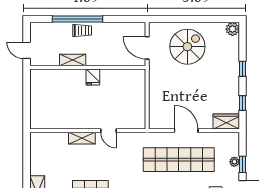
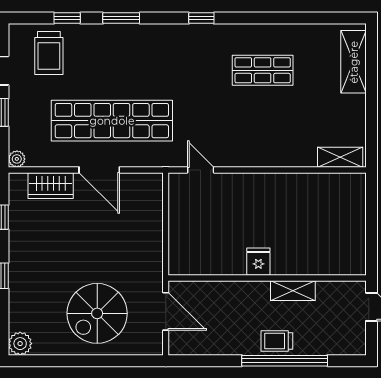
wardrobe: (226, 122) -> (51, 186), moved
door: (109, 131) -> (201, 170), moved
shelving: (82, 138) -> (340, 157), moved
plant: (234, 162) -> (17, 159), moved

